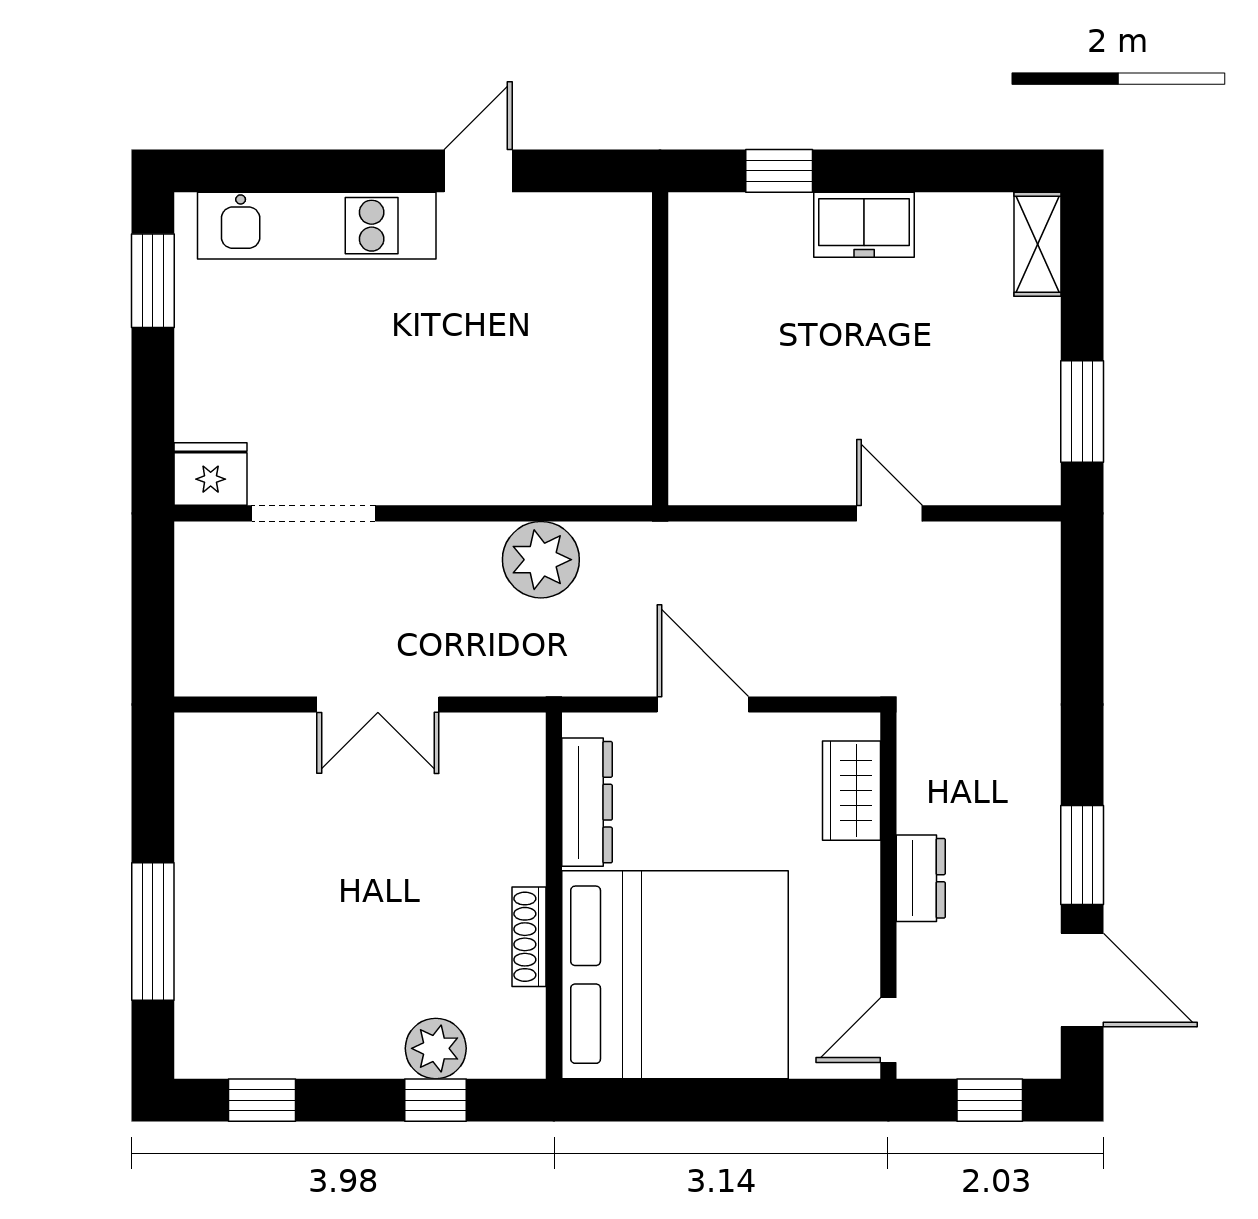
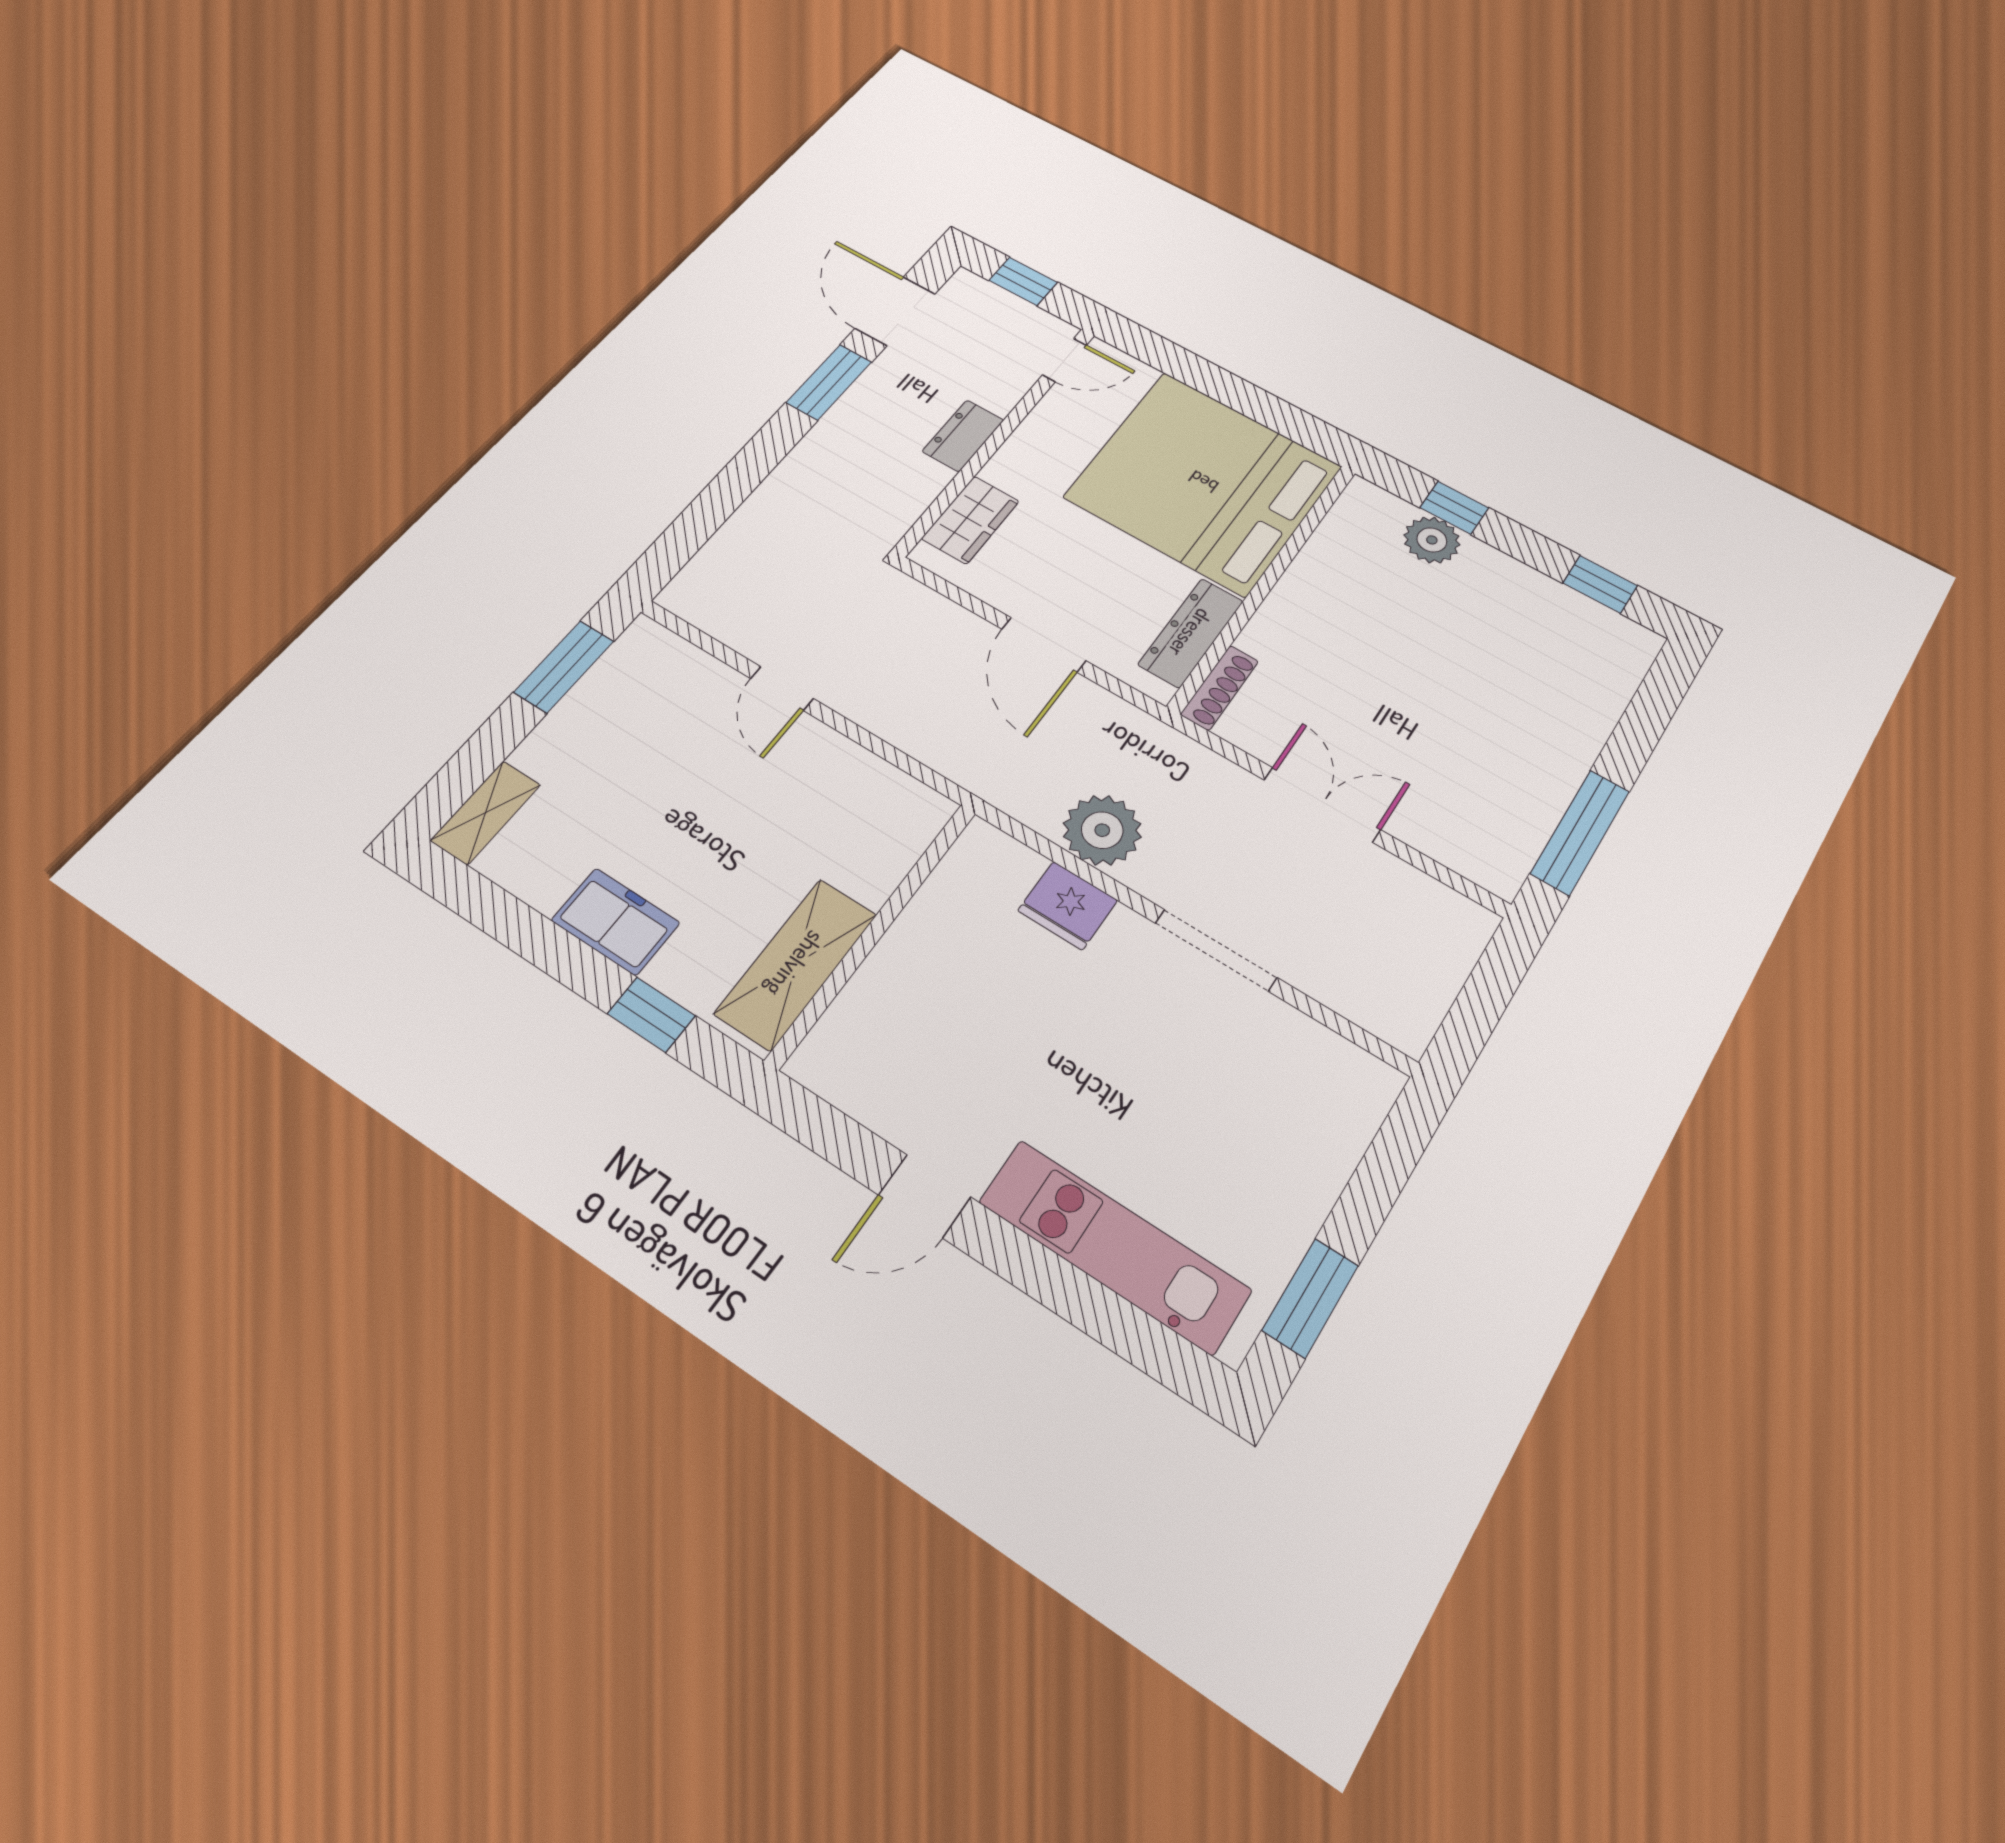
shelving: (701, 284) -> (796, 964), added
fridge: (211, 474) -> (1068, 905), moved
doorway: (314, 513) -> (1216, 950), moved
window: (153, 932) -> (1580, 832), moved
shoe rack: (529, 937) -> (1220, 688), moved

